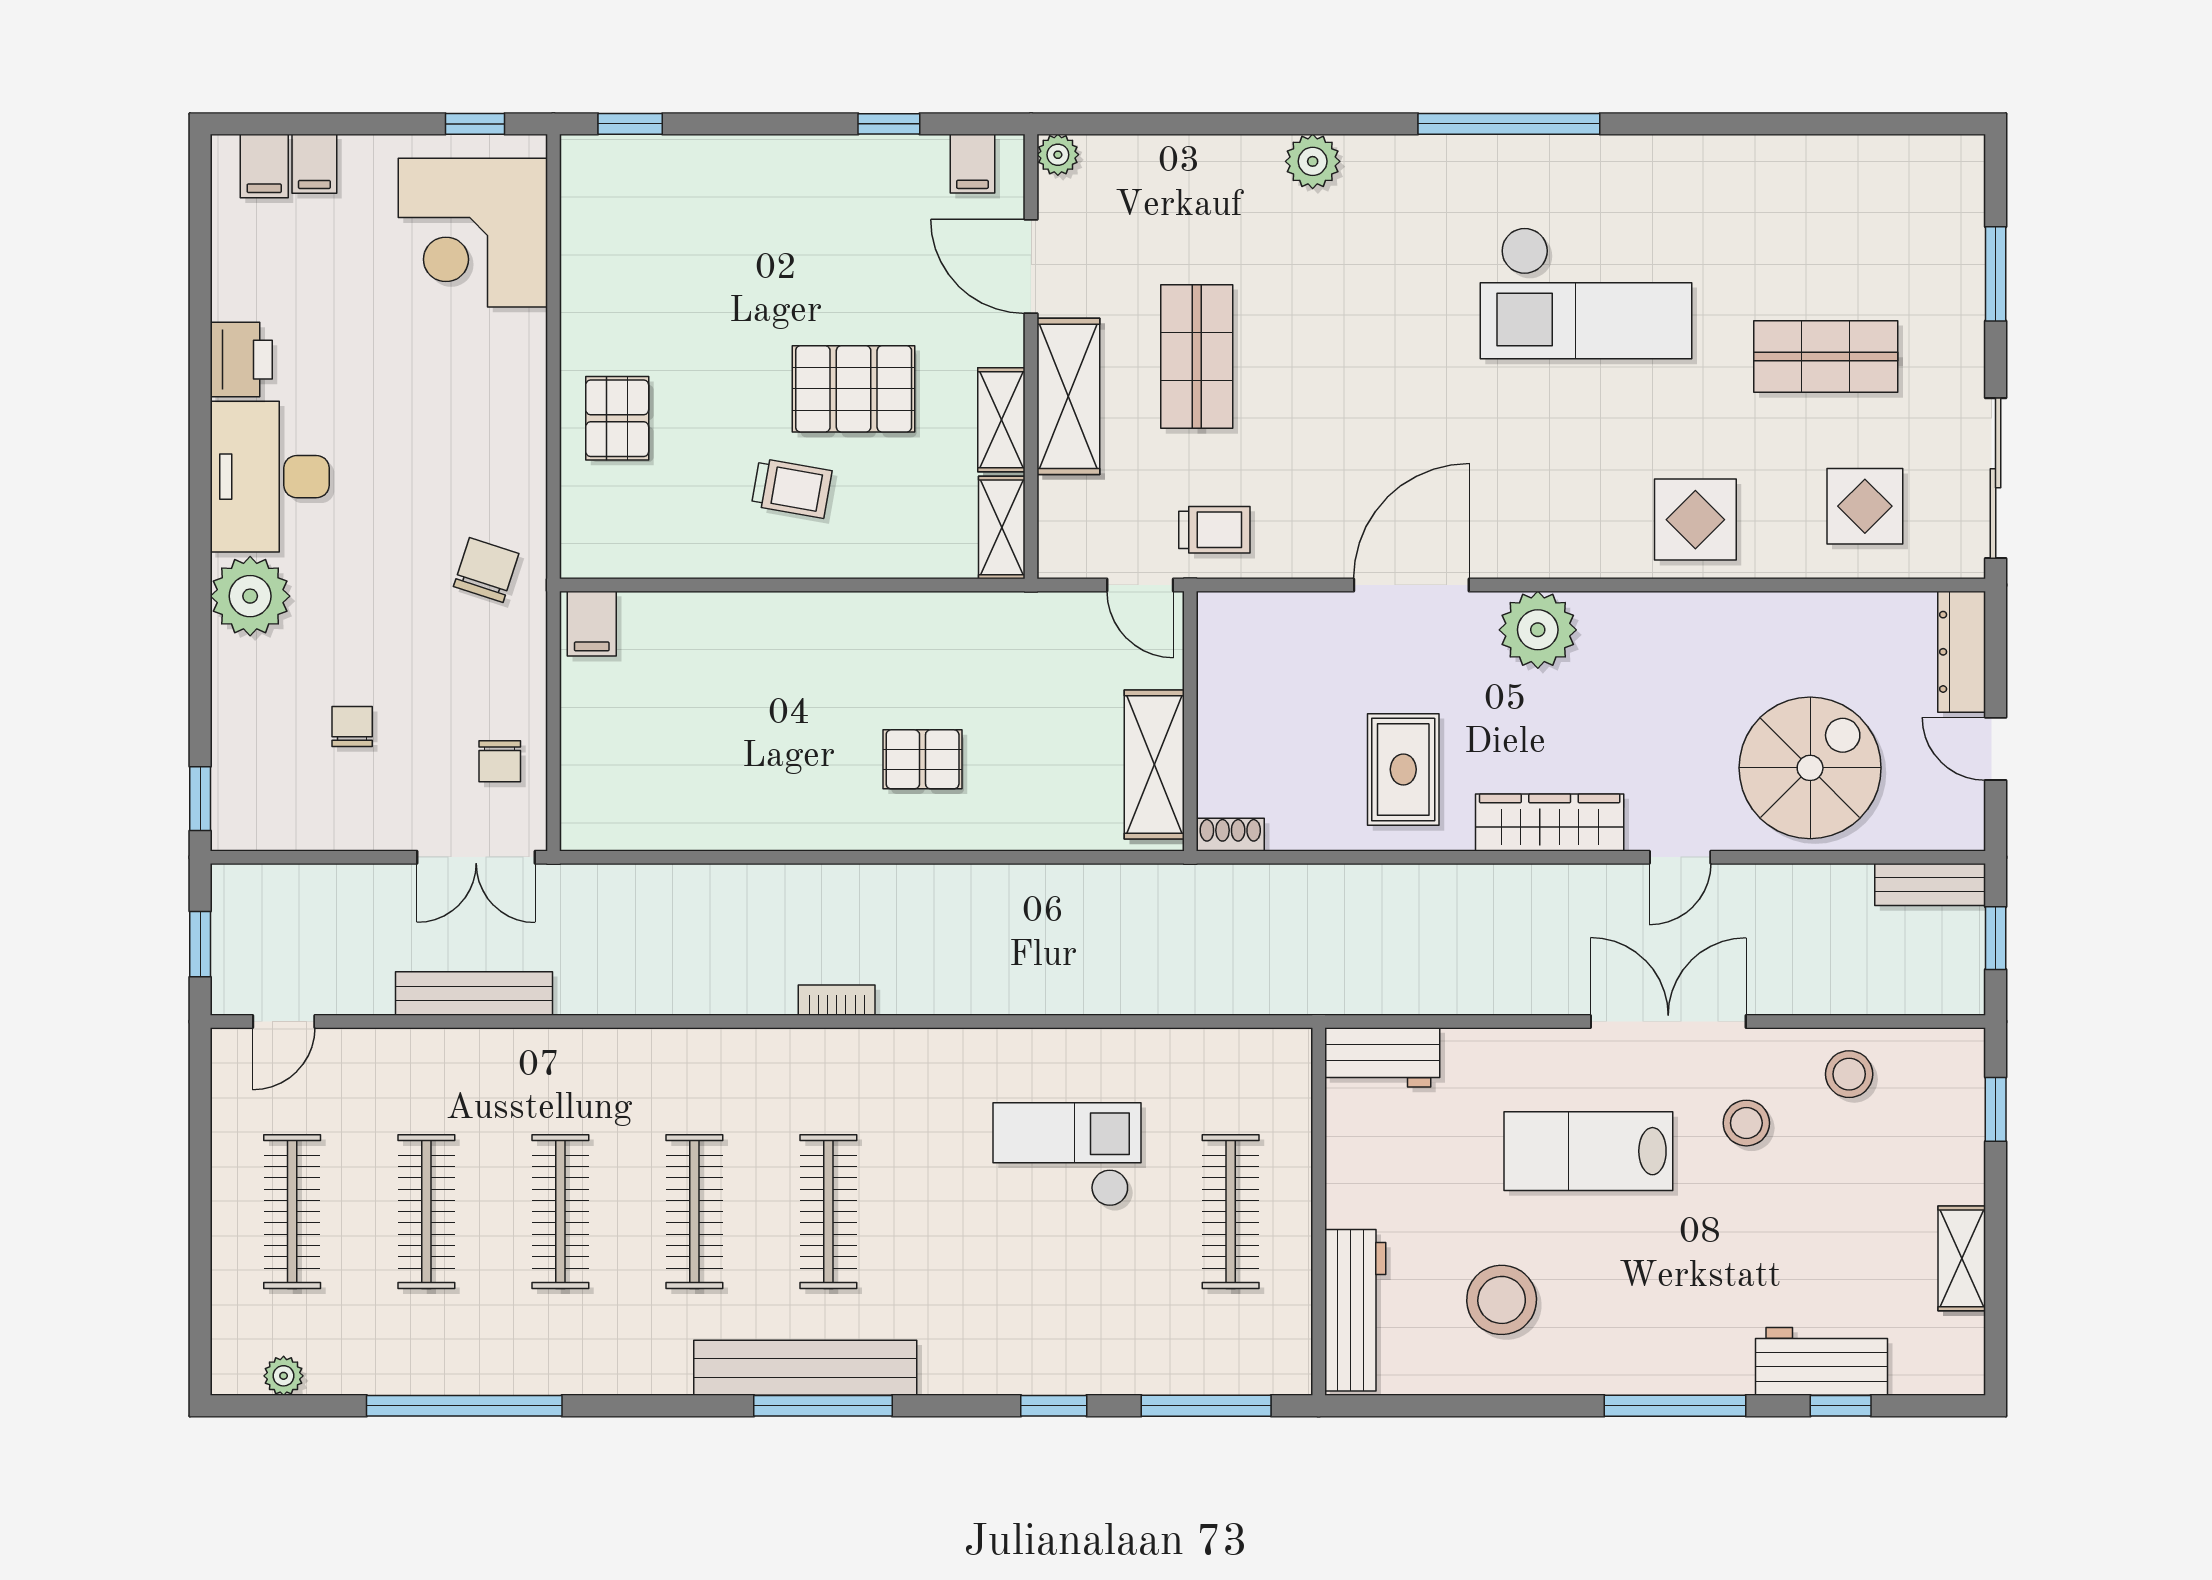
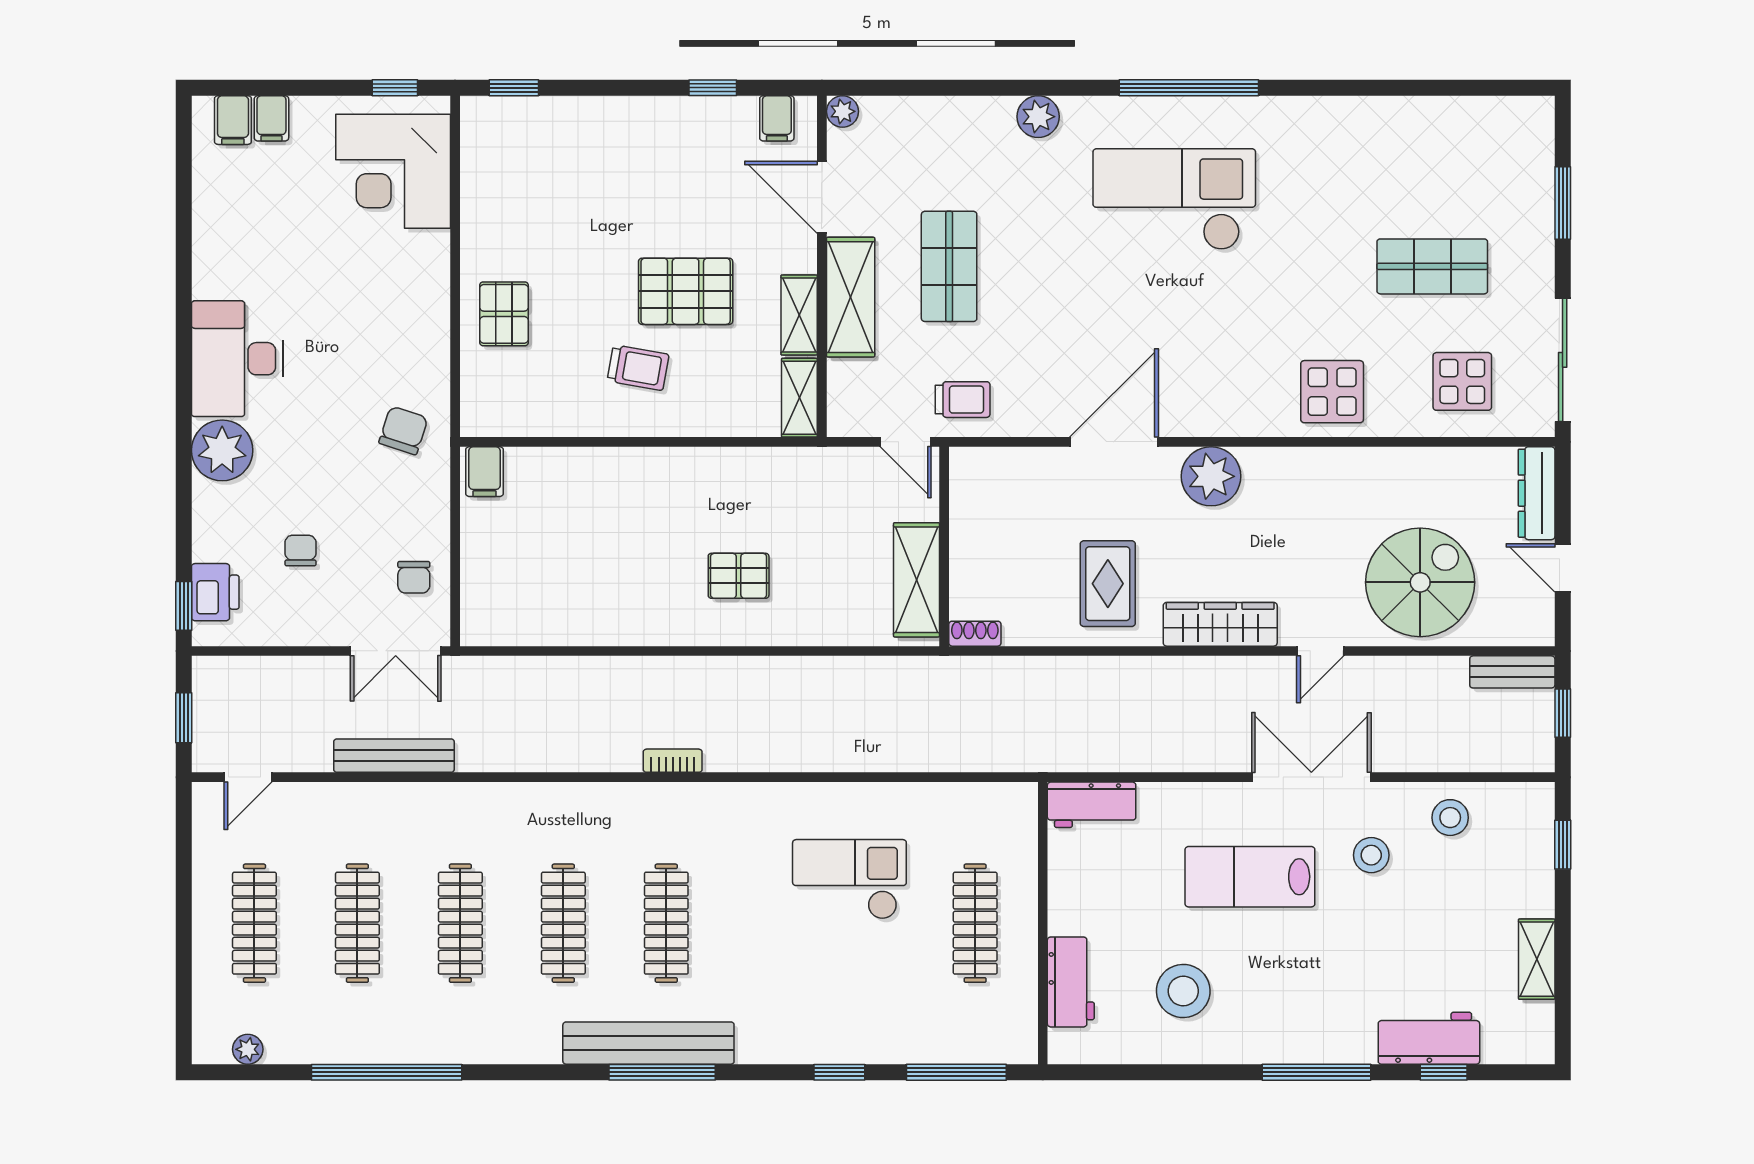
checkout: (1586, 293) -> (1174, 199), moved, turned 180
printer: (241, 360) -> (215, 592), moved
workbench: (1355, 1310) -> (1071, 982), width x0.73

